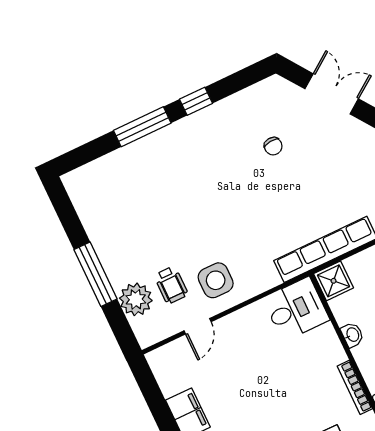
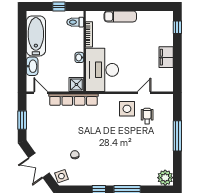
side table: (279, 94) -> (61, 176), added
plant: (136, 299) -> (165, 178), moved
desk: (296, 309) -> (102, 70), width x1.87, depth x1.30

